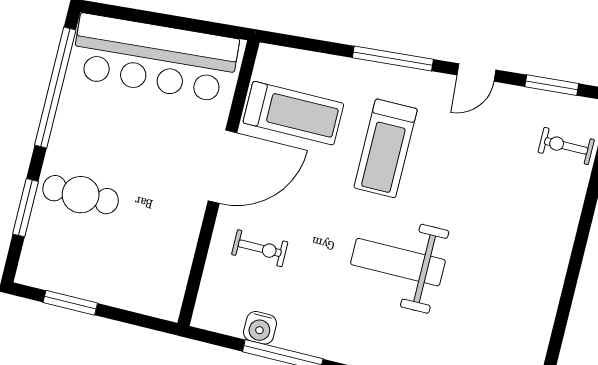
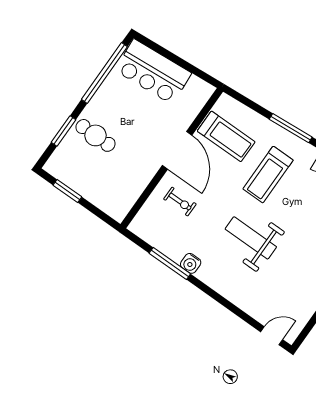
bar counter: (155, 58) -> (153, 72), width x0.73
door: (222, 167) -> (177, 150), hinge flipped
water cooler: (260, 328) -> (191, 263), moved

